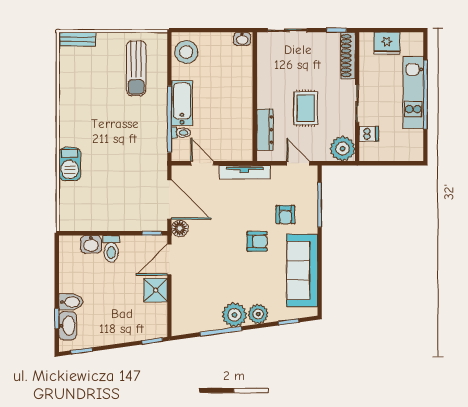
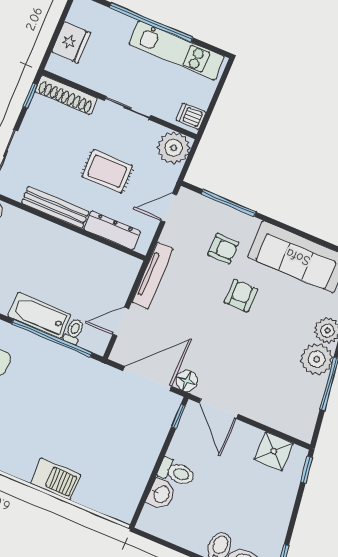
bench: (264, 82) -> (55, 207), added
kitchen unit: (413, 93) -> (177, 50), moved
dishwasher: (369, 134) -> (191, 116), moved, turned -90
shower: (156, 290) -> (274, 451), moved

